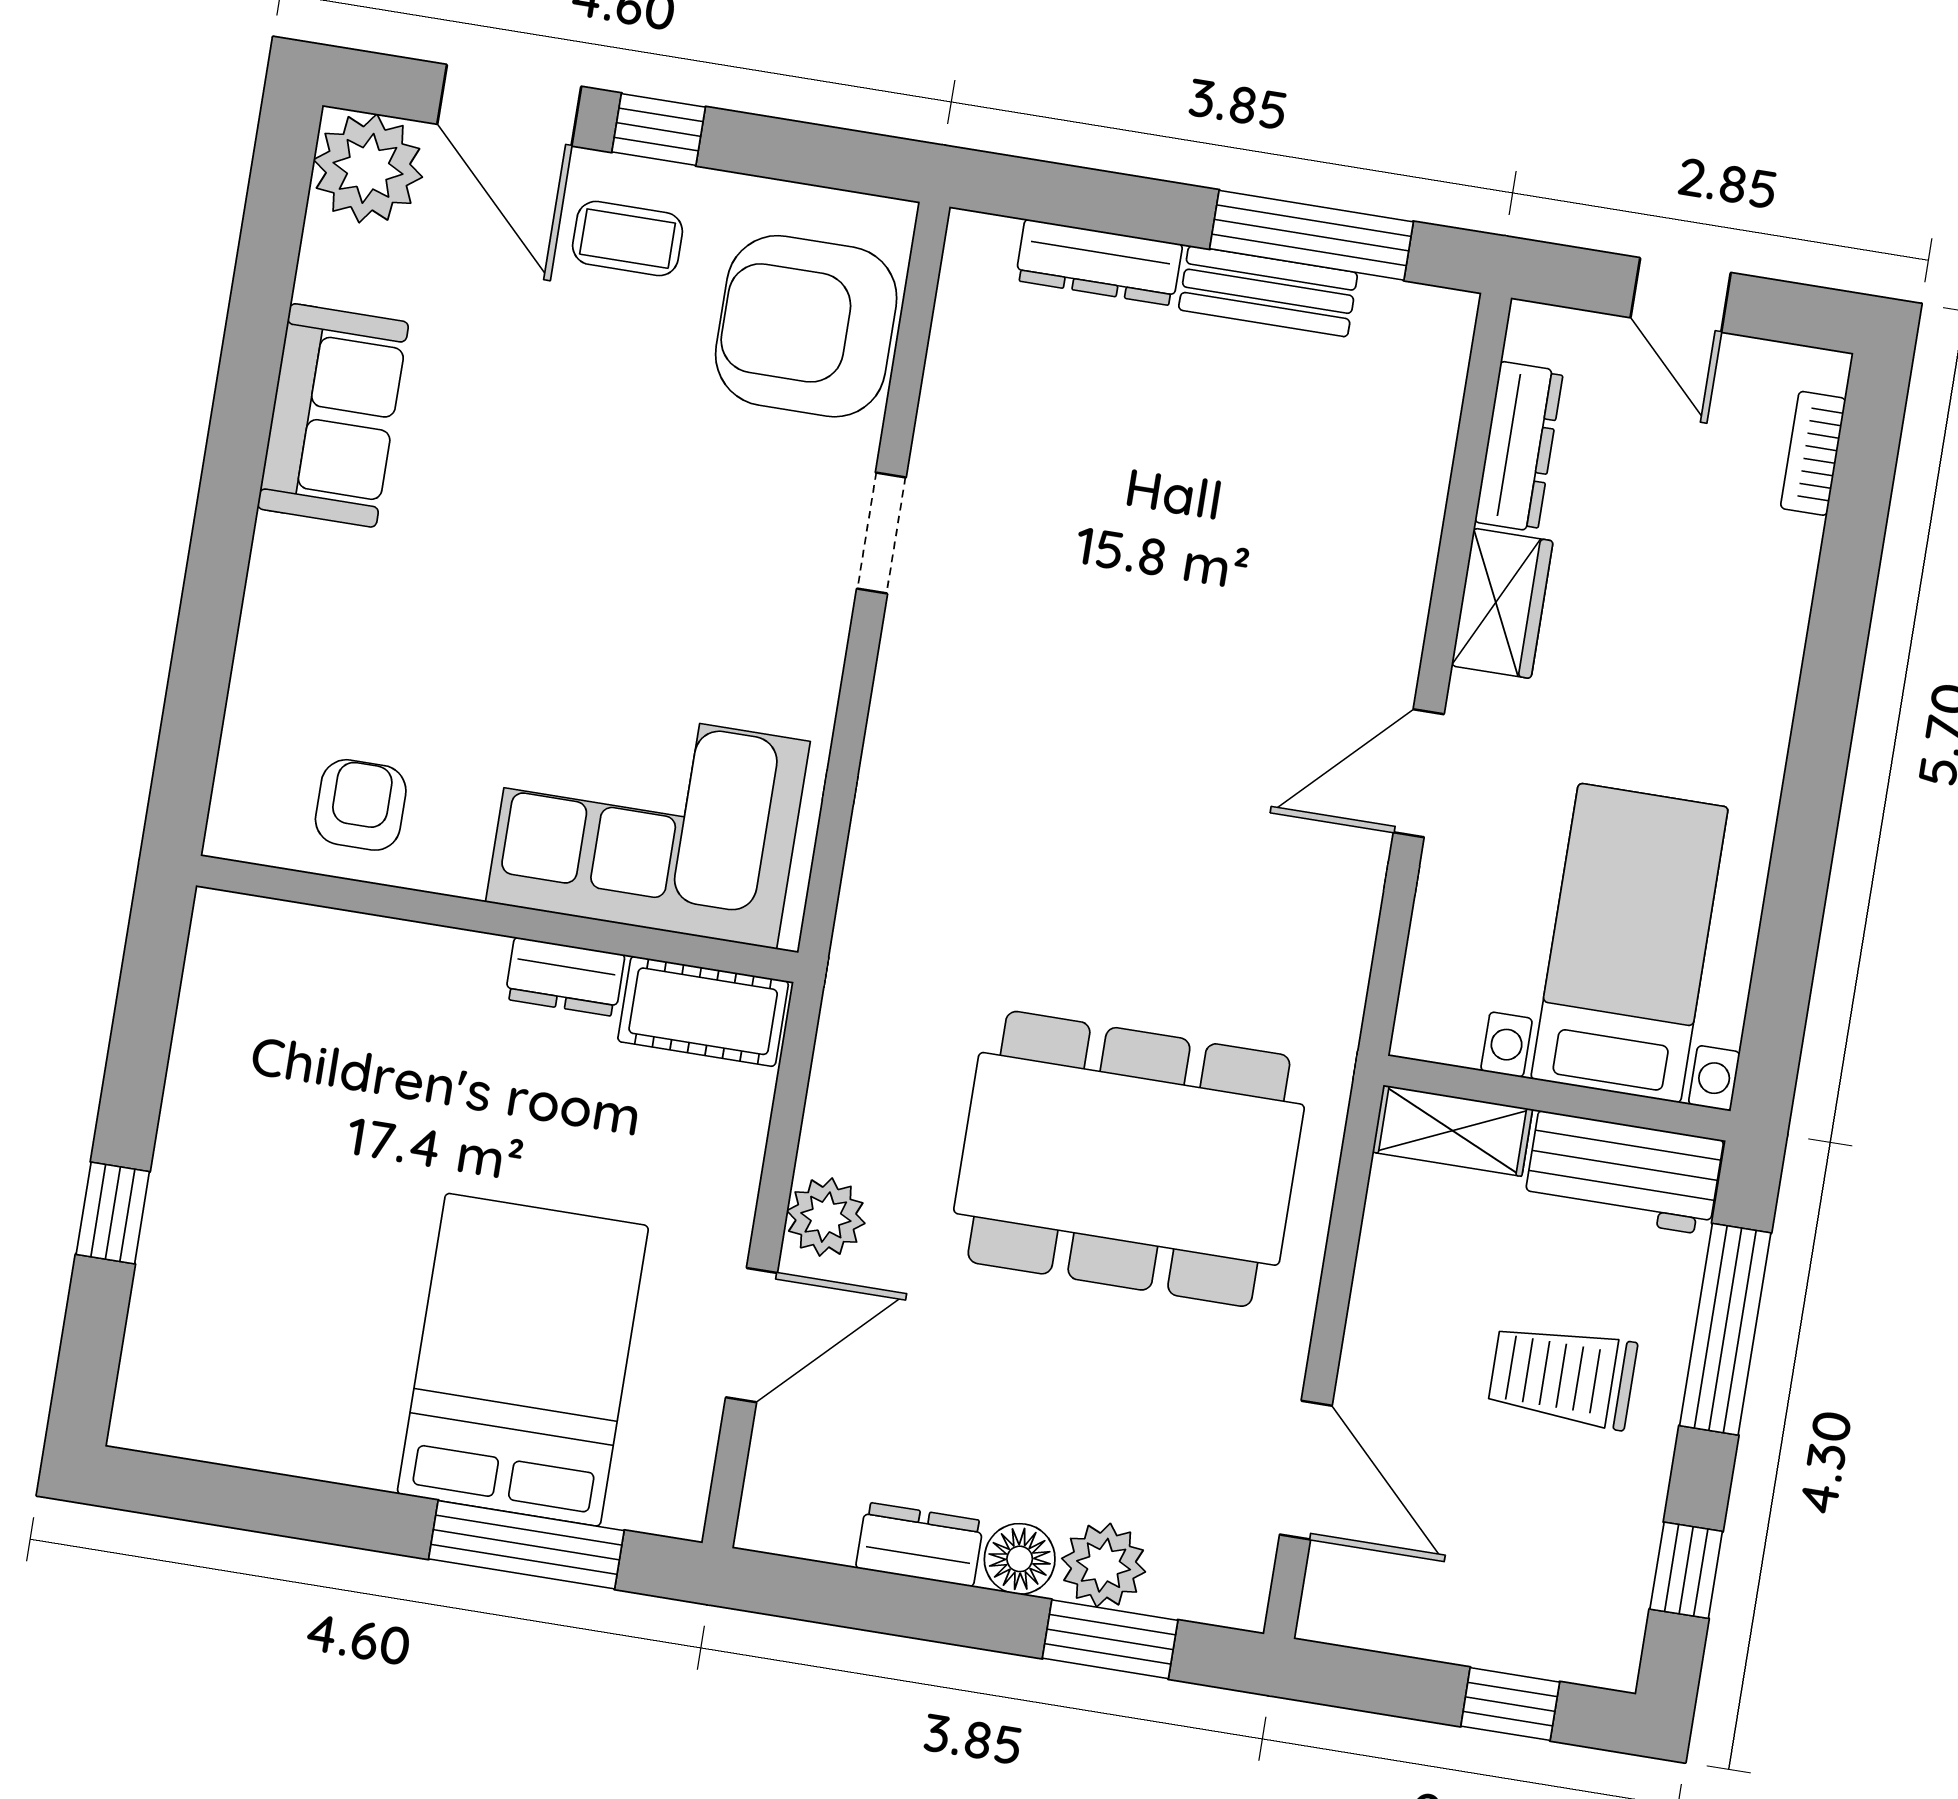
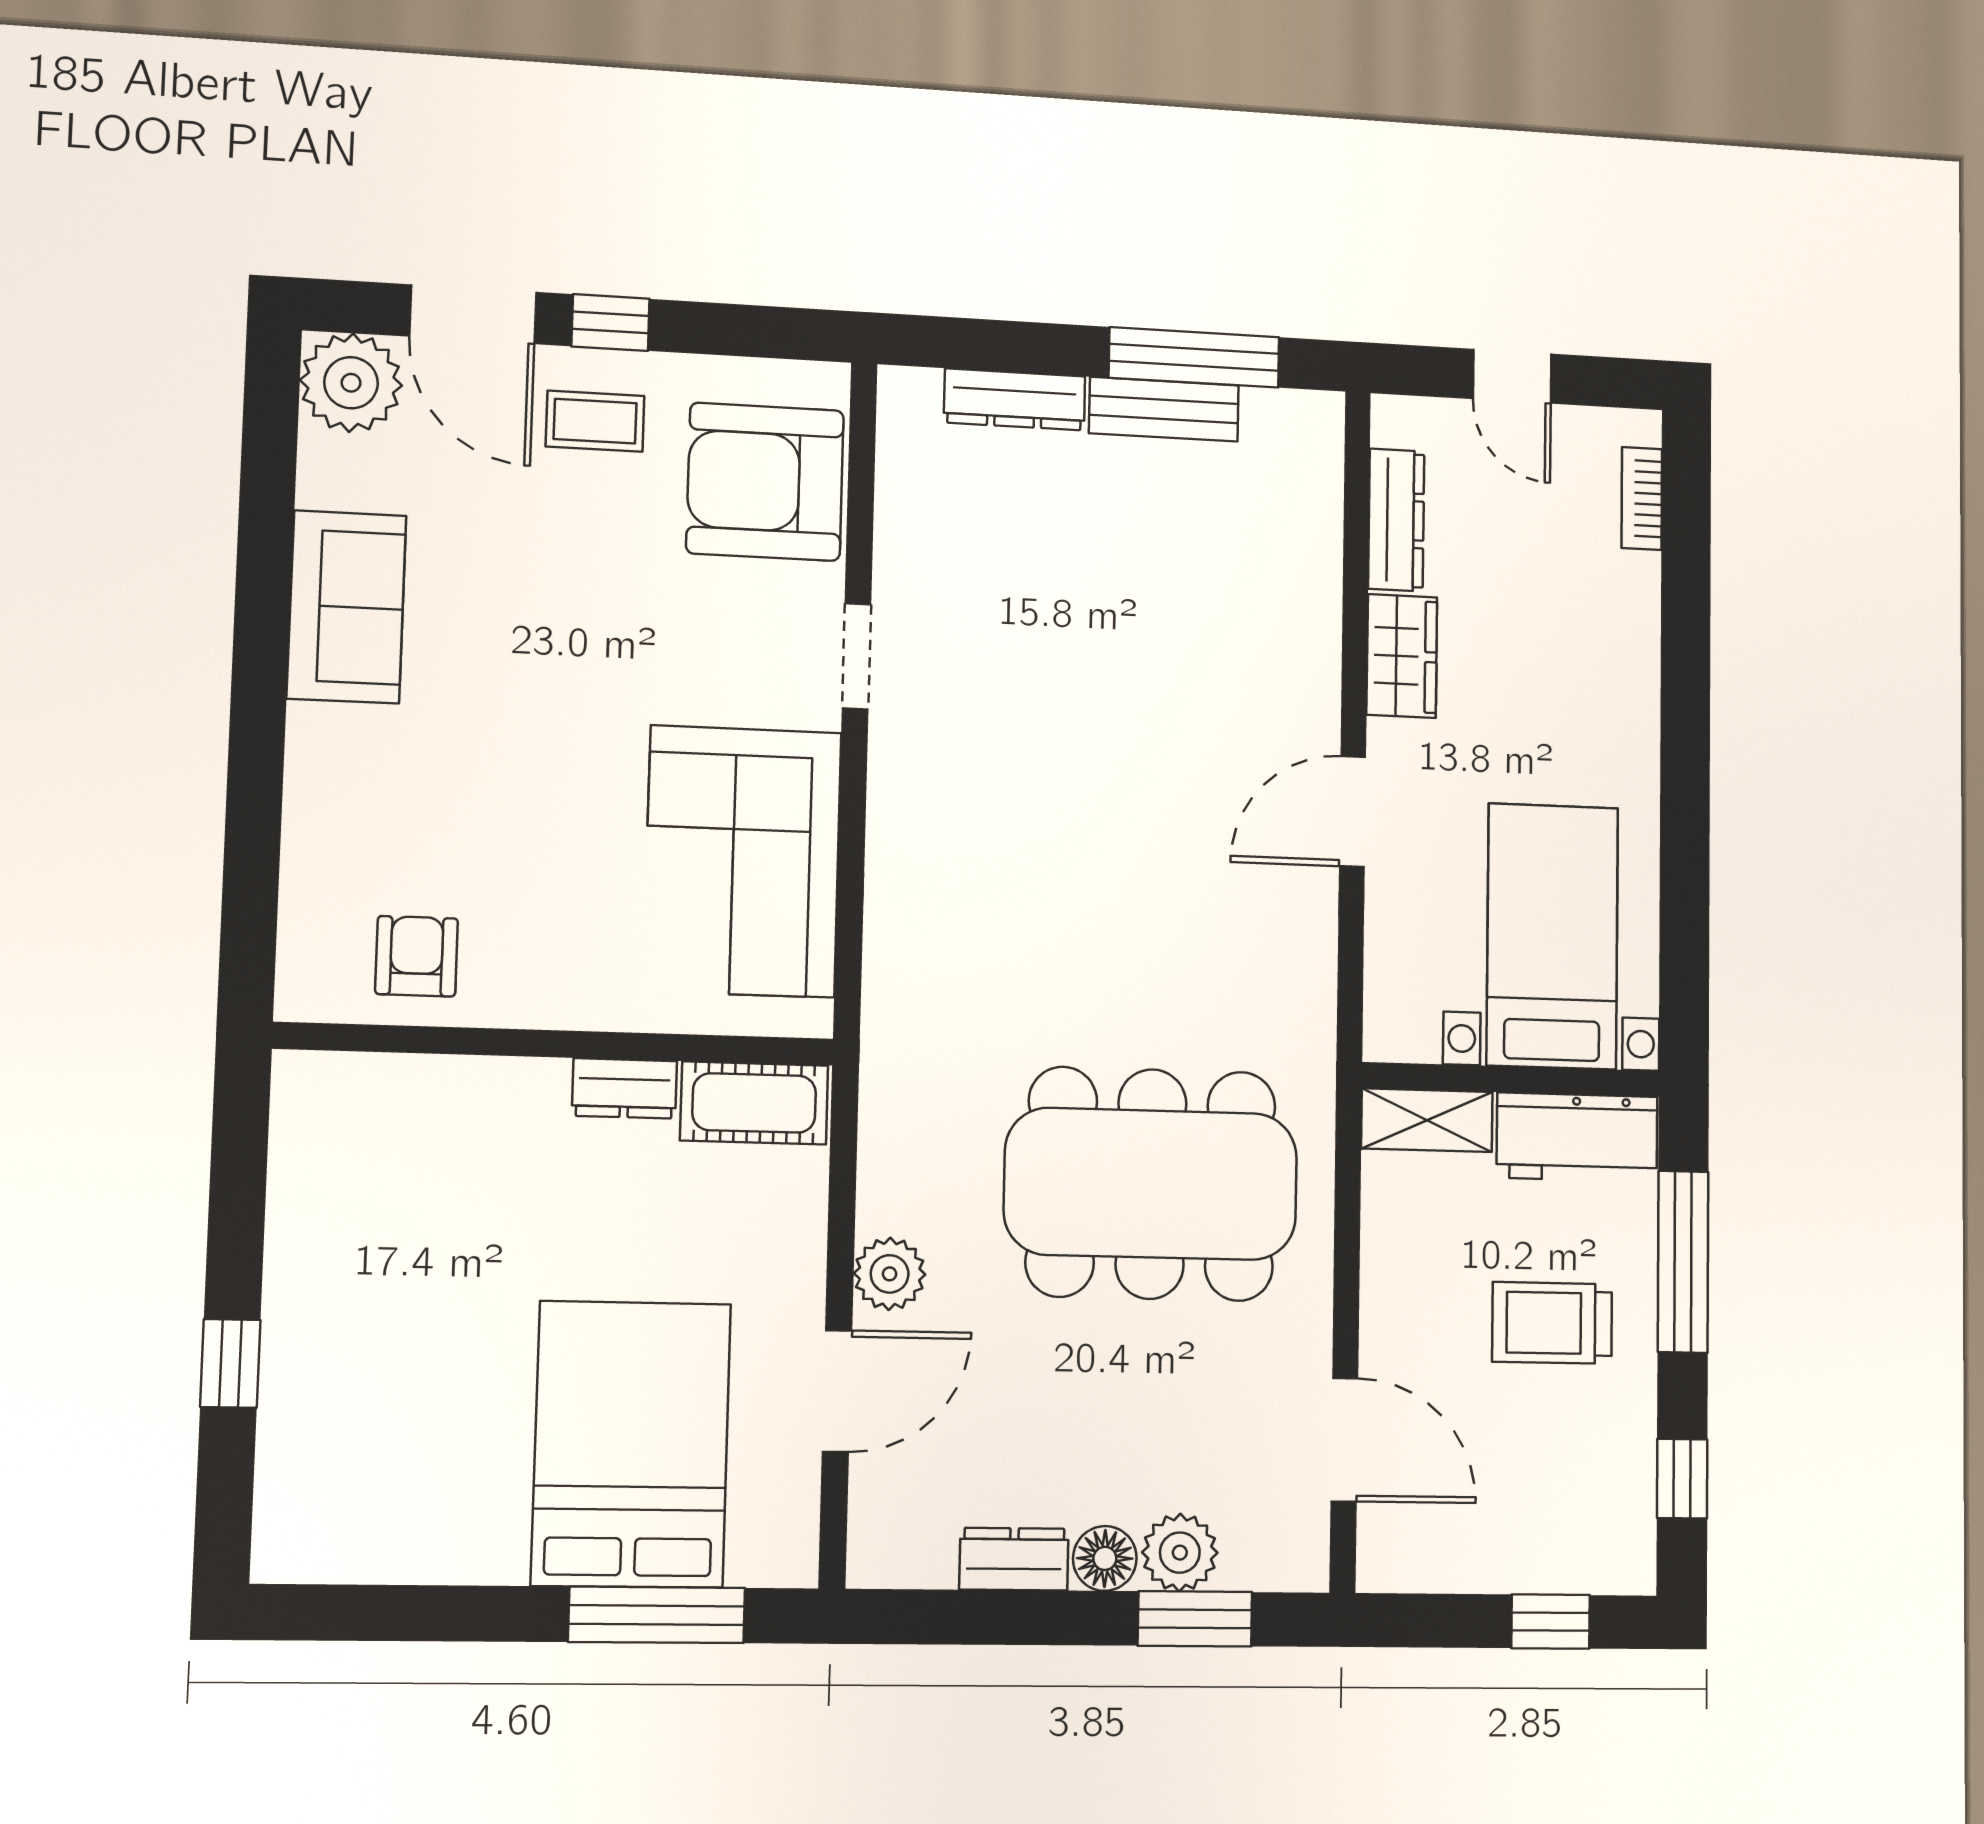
corner sofa: (648, 822) -> (743, 861), moved, turned -90

